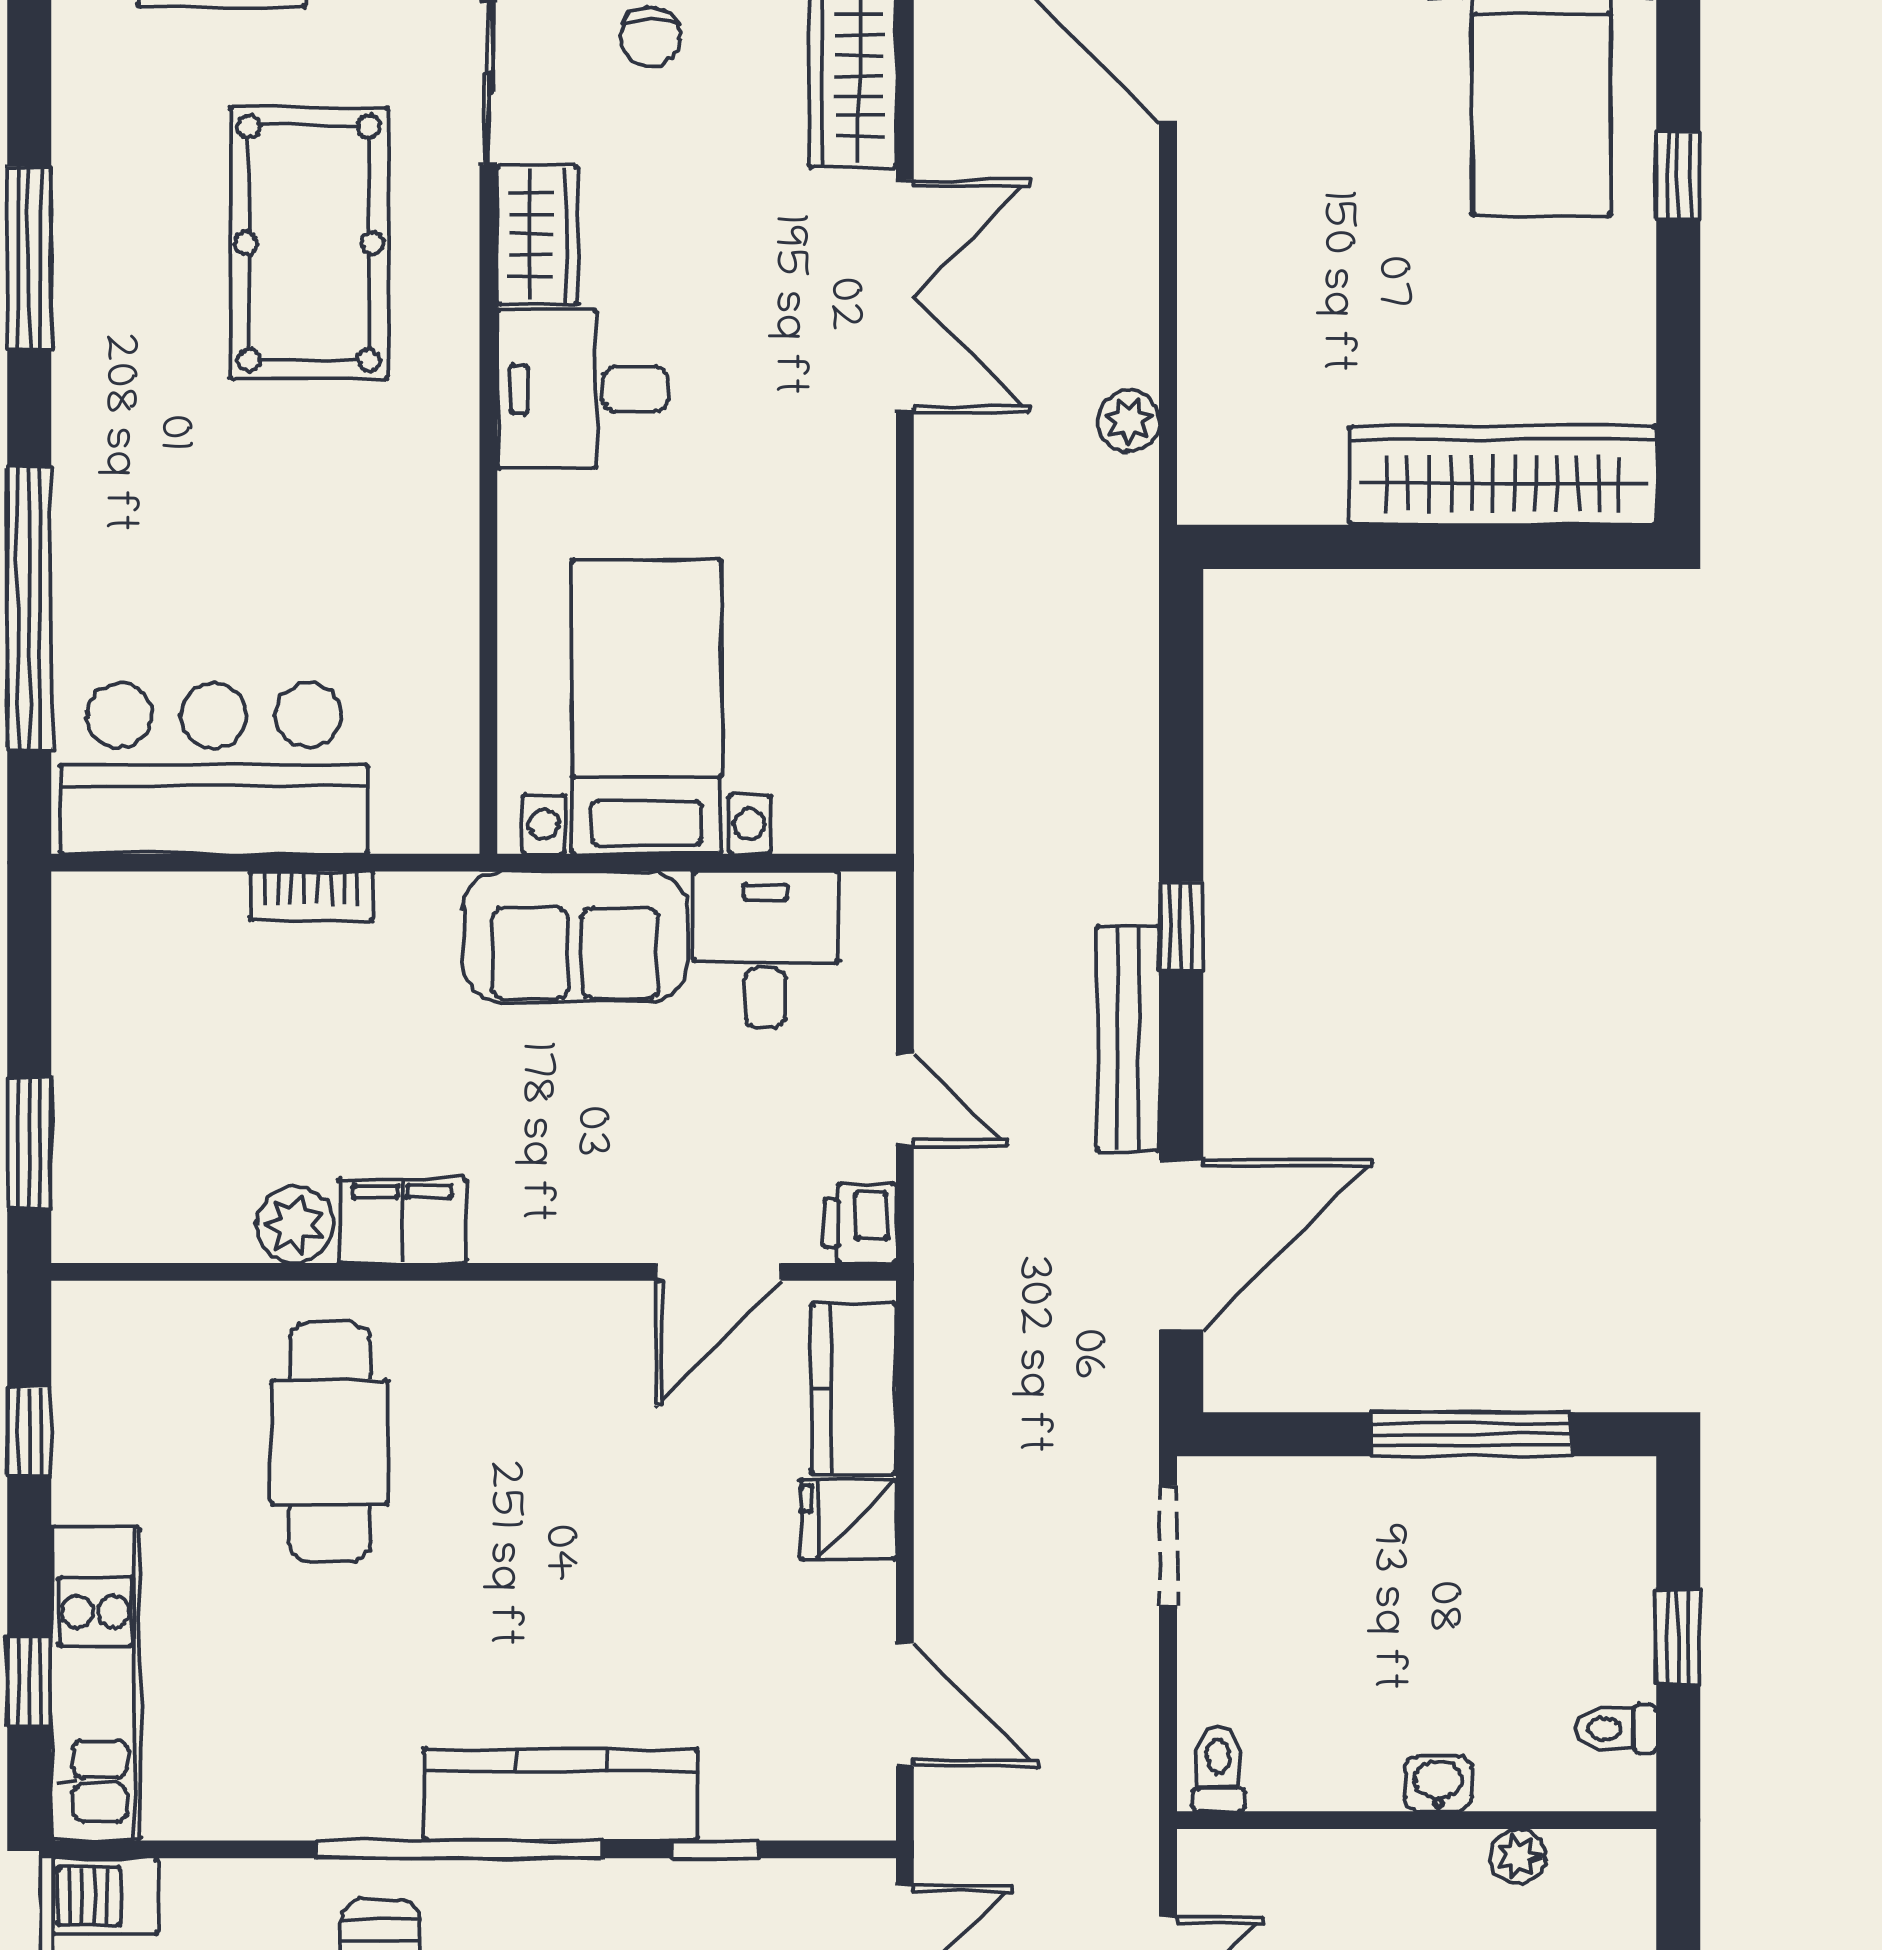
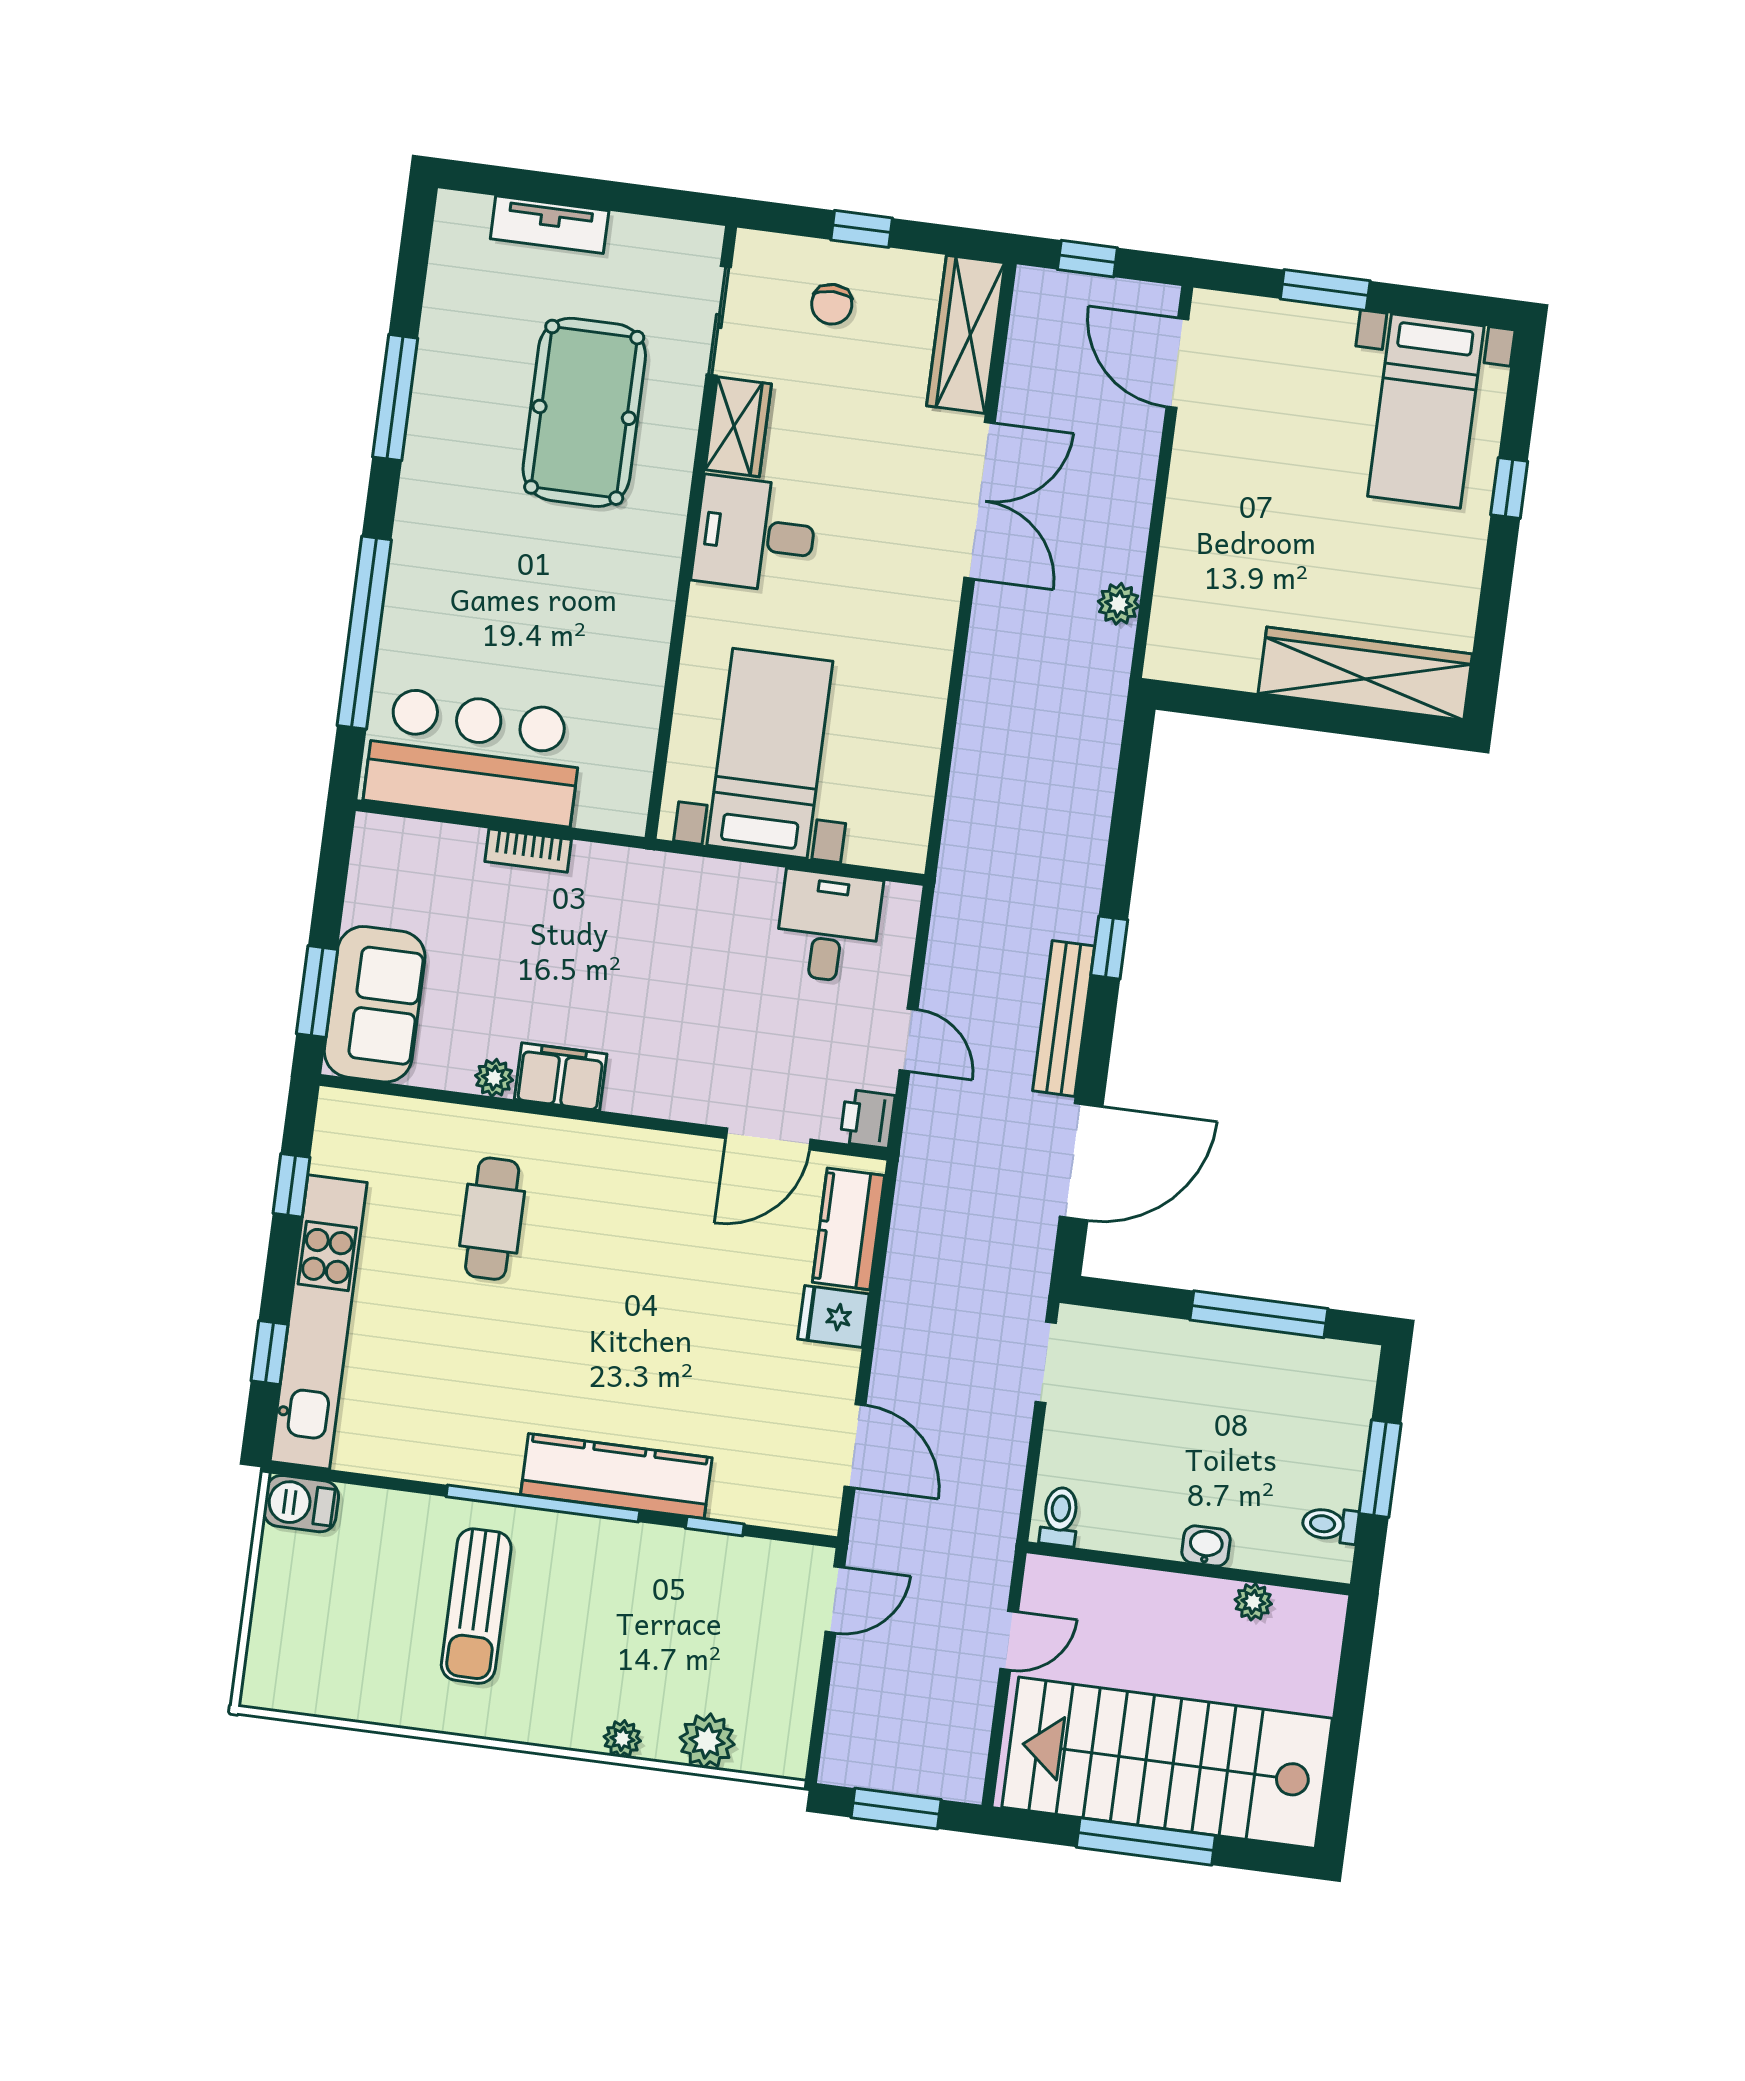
sofa: (575, 936) -> (375, 1004), moved, turned -90
plant: (295, 1225) -> (494, 1078), width x0.73, depth x0.73
cafe table: (330, 1442) -> (492, 1219), width x0.73, depth x0.74
window: (1678, 1637) -> (1380, 1469), width x1.50
kitchen unit: (95, 1684) -> (319, 1322), width x1.36

